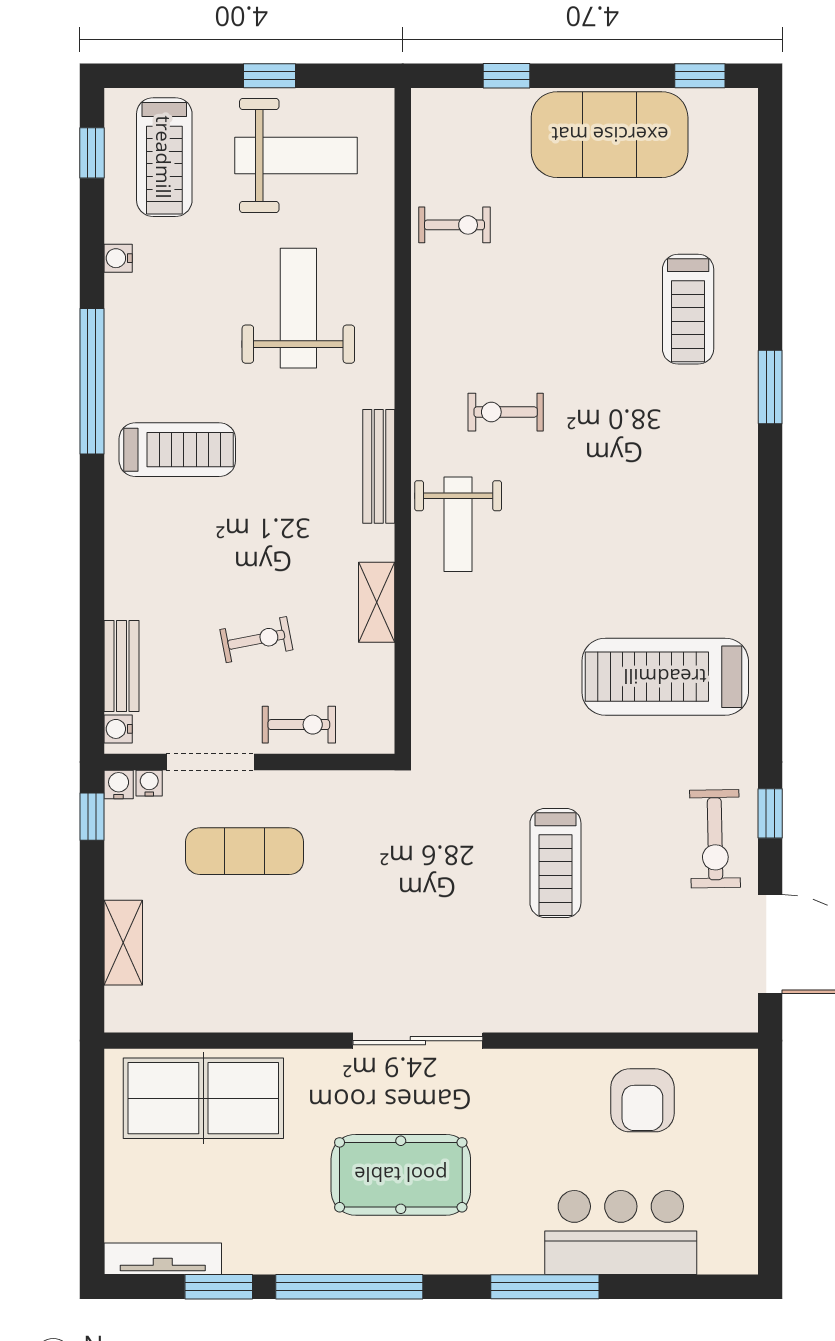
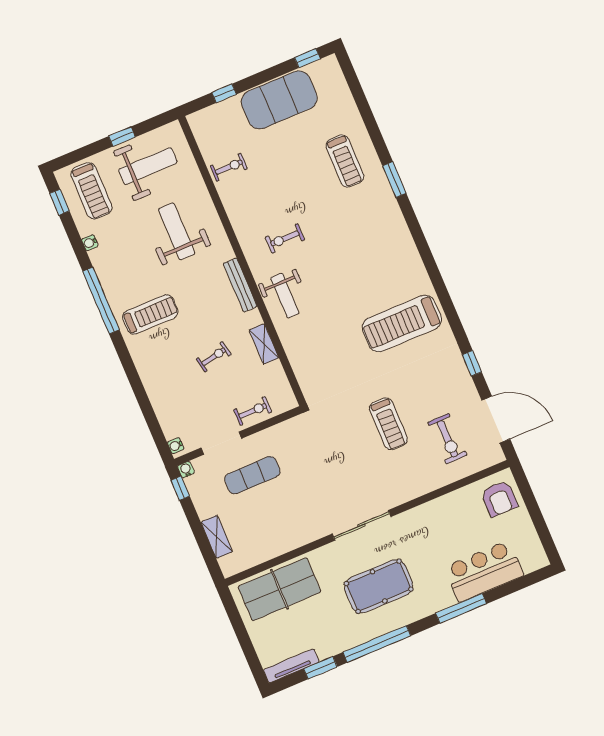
exercise bike: (256, 640) -> (214, 357), moved
bench: (121, 666) -> (166, 418), removed
water cooler: (149, 783) -> (199, 463), removed
exercise bike: (715, 839) -> (447, 439), moved
armchair: (642, 1100) -> (499, 499), moved

